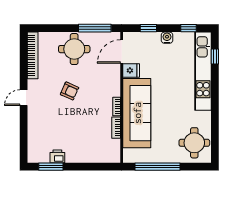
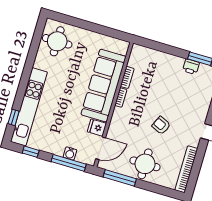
window: (148, 28) -> (69, 163), width x2.17
water cooler: (167, 38) -> (70, 153), moved
window: (158, 167) -> (99, 29), removed

